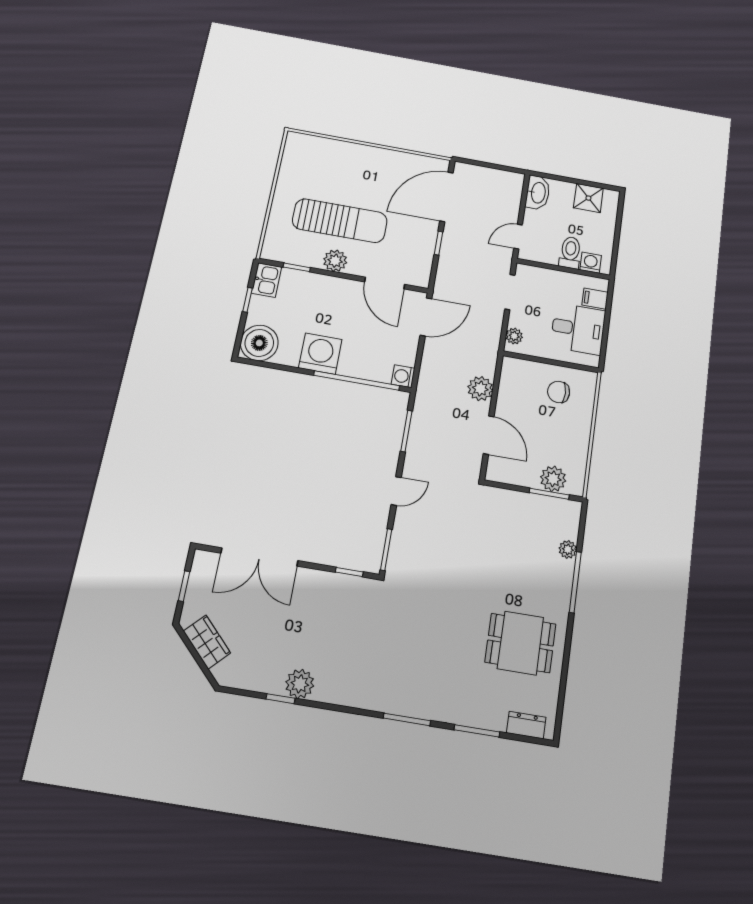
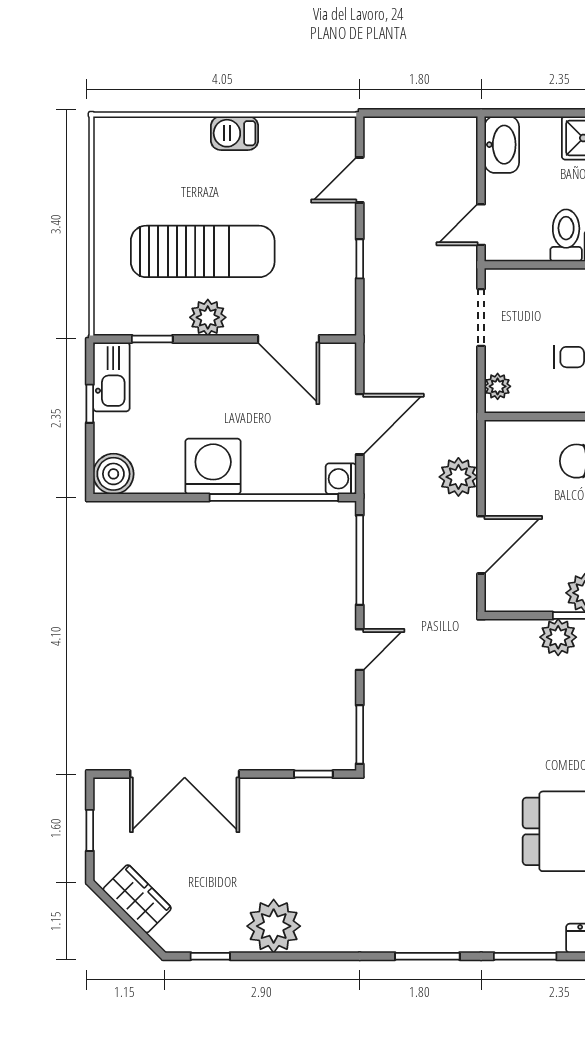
barbecue: (373, 156) -> (235, 133), added
door: (446, 197) -> (360, 180), width x0.53
kitchen sink: (266, 280) -> (111, 377), width x1.38
door: (426, 317) -> (360, 424), moved
boiler: (259, 343) -> (113, 474), width x0.73, depth x0.73
window: (406, 431) -> (360, 560), width x1.44
door: (489, 435) -> (481, 545), hinge flipped
plant: (531, 506) -> (558, 637), added
plant: (300, 684) -> (274, 926), width x1.36, depth x1.36
window: (280, 699) -> (210, 956), moved

